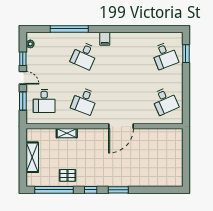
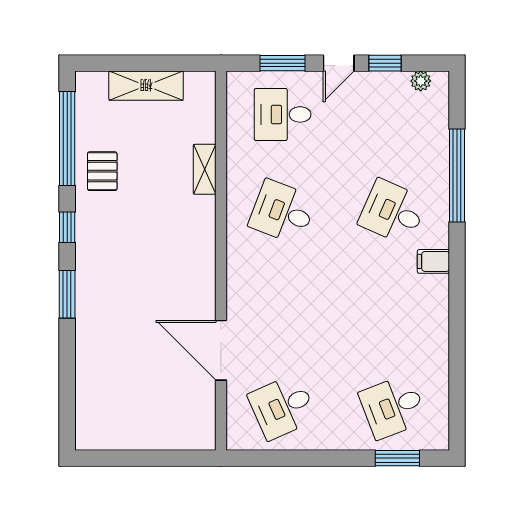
door: (121, 126) -> (221, 350), moved

